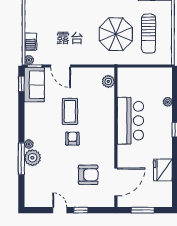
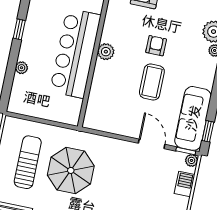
plant: (108, 81) -> (106, 52), moved
sofa: (34, 85) -> (193, 118), width x1.36
bar counter: (130, 121) -> (75, 53), width x1.36
armchair: (72, 139) -> (156, 46), turned 180

